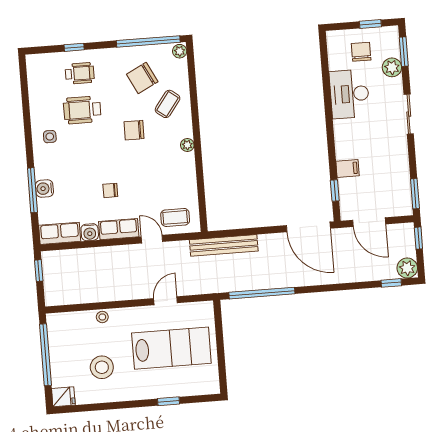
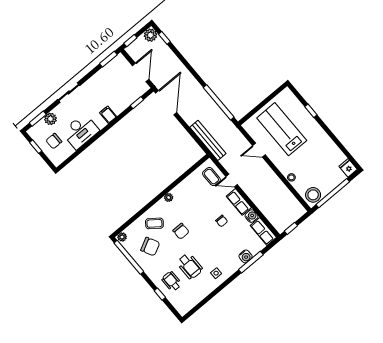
filing cabinet: (348, 168) -> (108, 115), moved
door: (152, 239) -> (232, 181), hinge flipped
stool: (102, 367) -> (313, 195), moved

